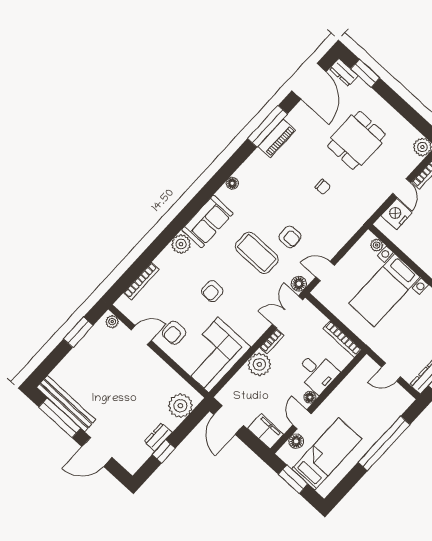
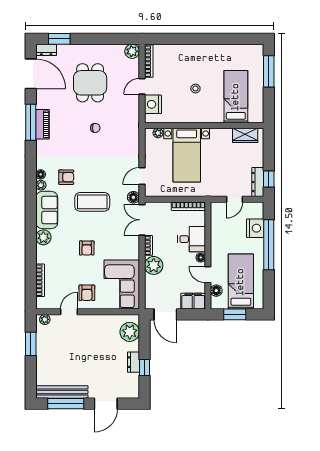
door: (402, 188) -> (142, 86), swing flipped
plant: (223, 193) -> (41, 185), added
armchair: (290, 237) -> (66, 177), moved
nightstand: (386, 416) -> (255, 228), added

